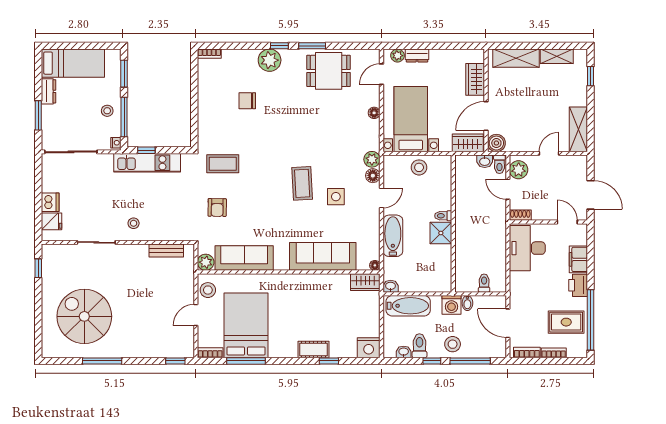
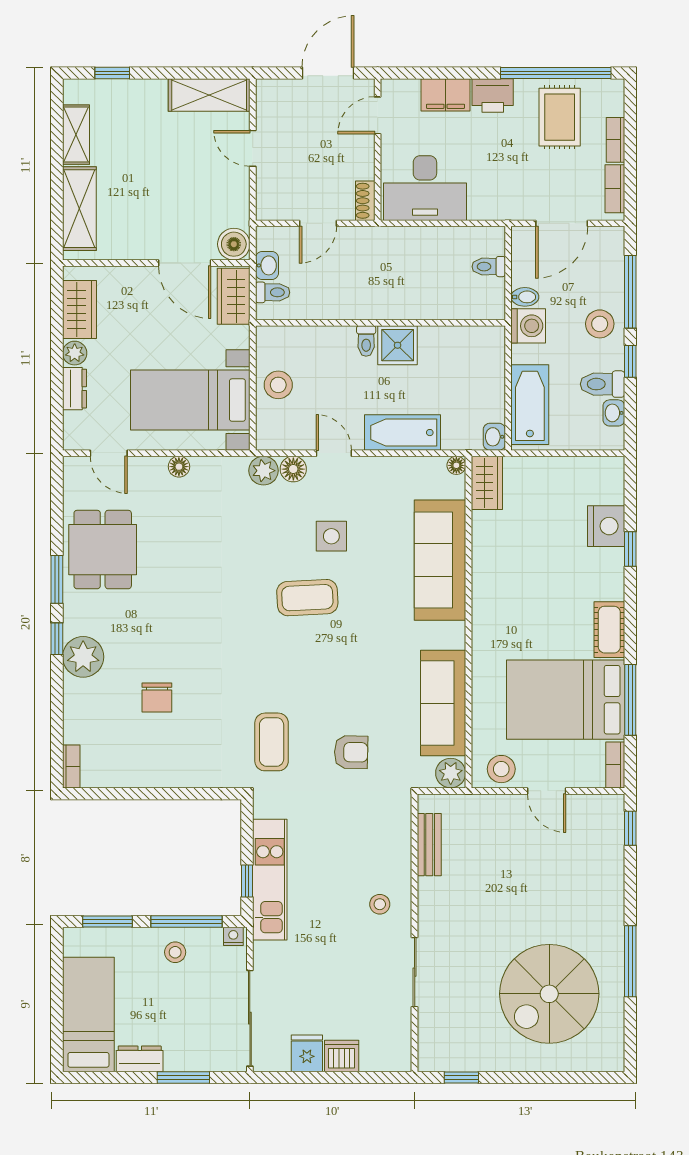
plant: (397, 56) -> (75, 353), moved
wardrobe: (475, 79) -> (79, 310), moved, turned -90
toilet: (499, 164) -> (273, 292), moved
plant: (519, 170) -> (282, 204), removed
fridge: (52, 221) -> (307, 1053), moved
nightstand: (369, 348) -> (606, 526), moved
cot: (313, 349) -> (609, 630), moved

